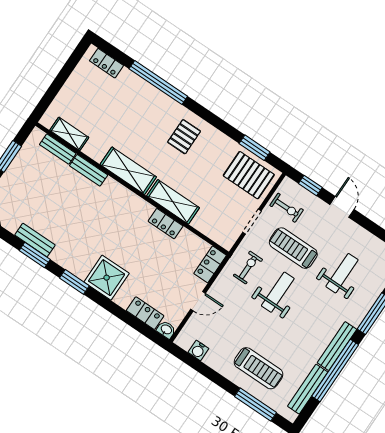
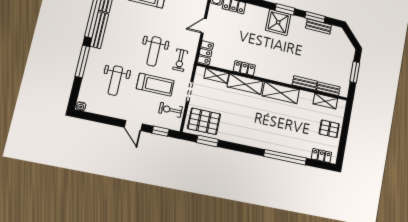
pallet: (184, 137) -> (329, 129), moved, turned 90
shelving: (208, 228) -> (216, 76), added
shower: (107, 278) -> (278, 22), moved

